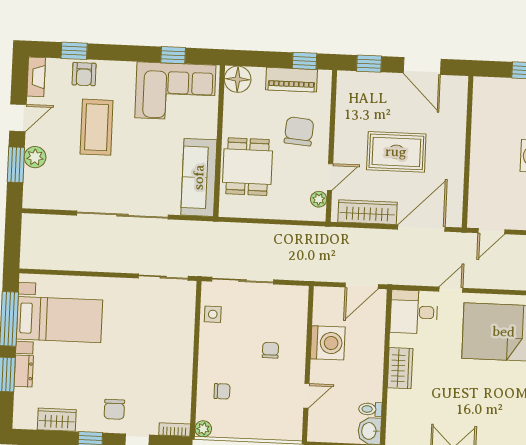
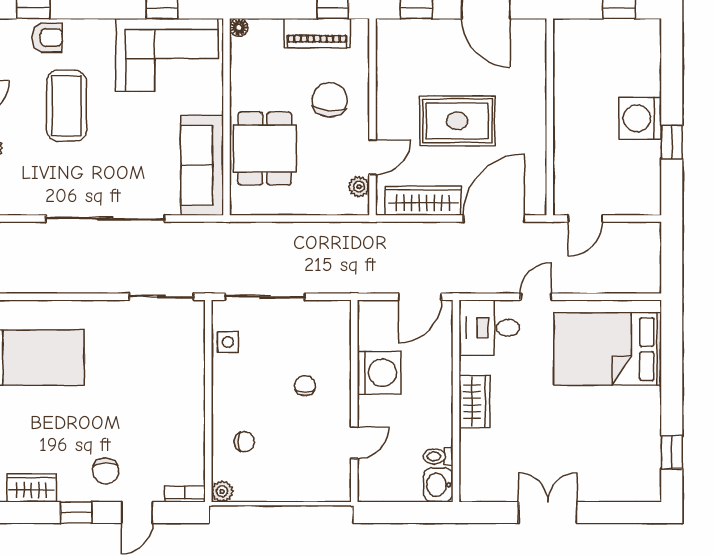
armchair: (84, 74) -> (47, 38), turned -90
floor lamp: (238, 79) -> (239, 27), width x0.53, depth x0.53

